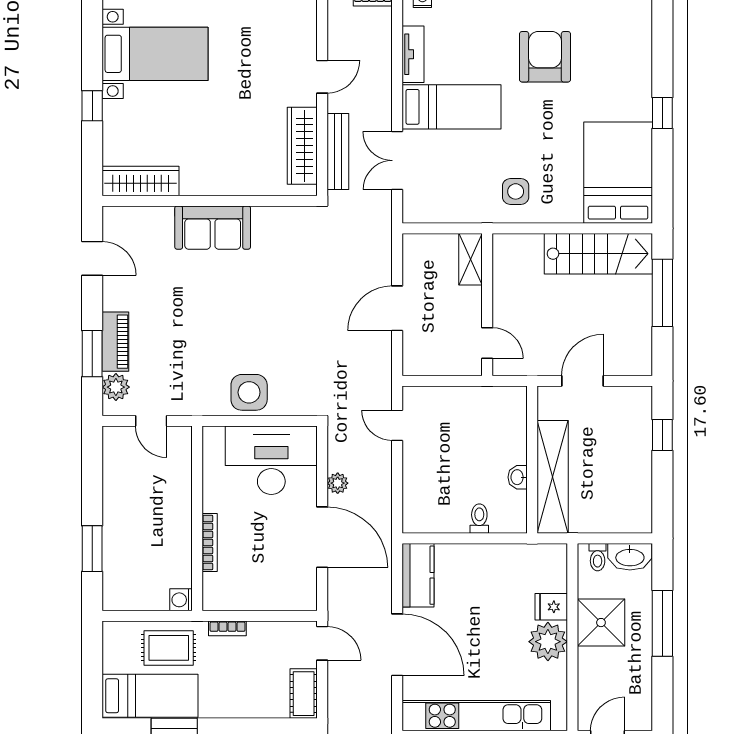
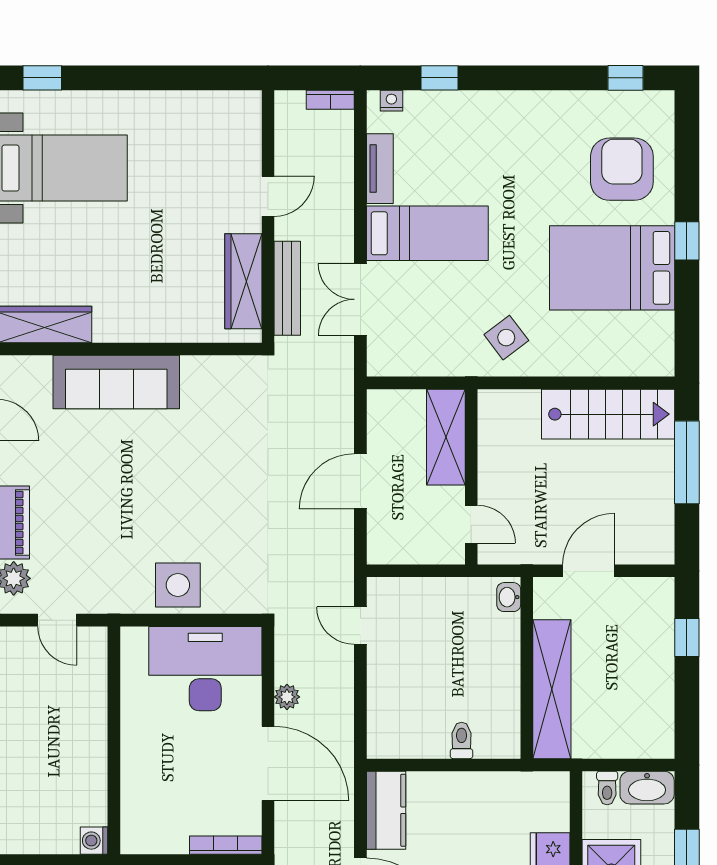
armchair: (545, 57) -> (622, 169), moved
bed: (618, 173) -> (612, 268), moved, turned -90
side table: (516, 191) -> (506, 338), turned -37
sofa: (213, 228) -> (116, 382), width x1.36
shelving: (471, 259) -> (446, 437), width x1.50, depth x1.33
washbasin: (518, 477) -> (509, 597), moved
bookcase: (210, 543) -> (226, 845), moved, turned -90

